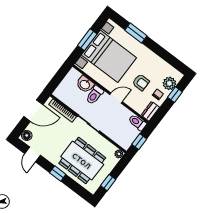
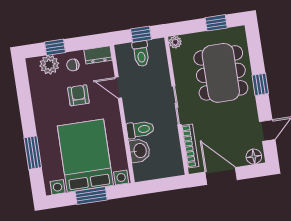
door: (116, 98) -> (118, 88), moved
toilet: (137, 122) -> (141, 54), moved

